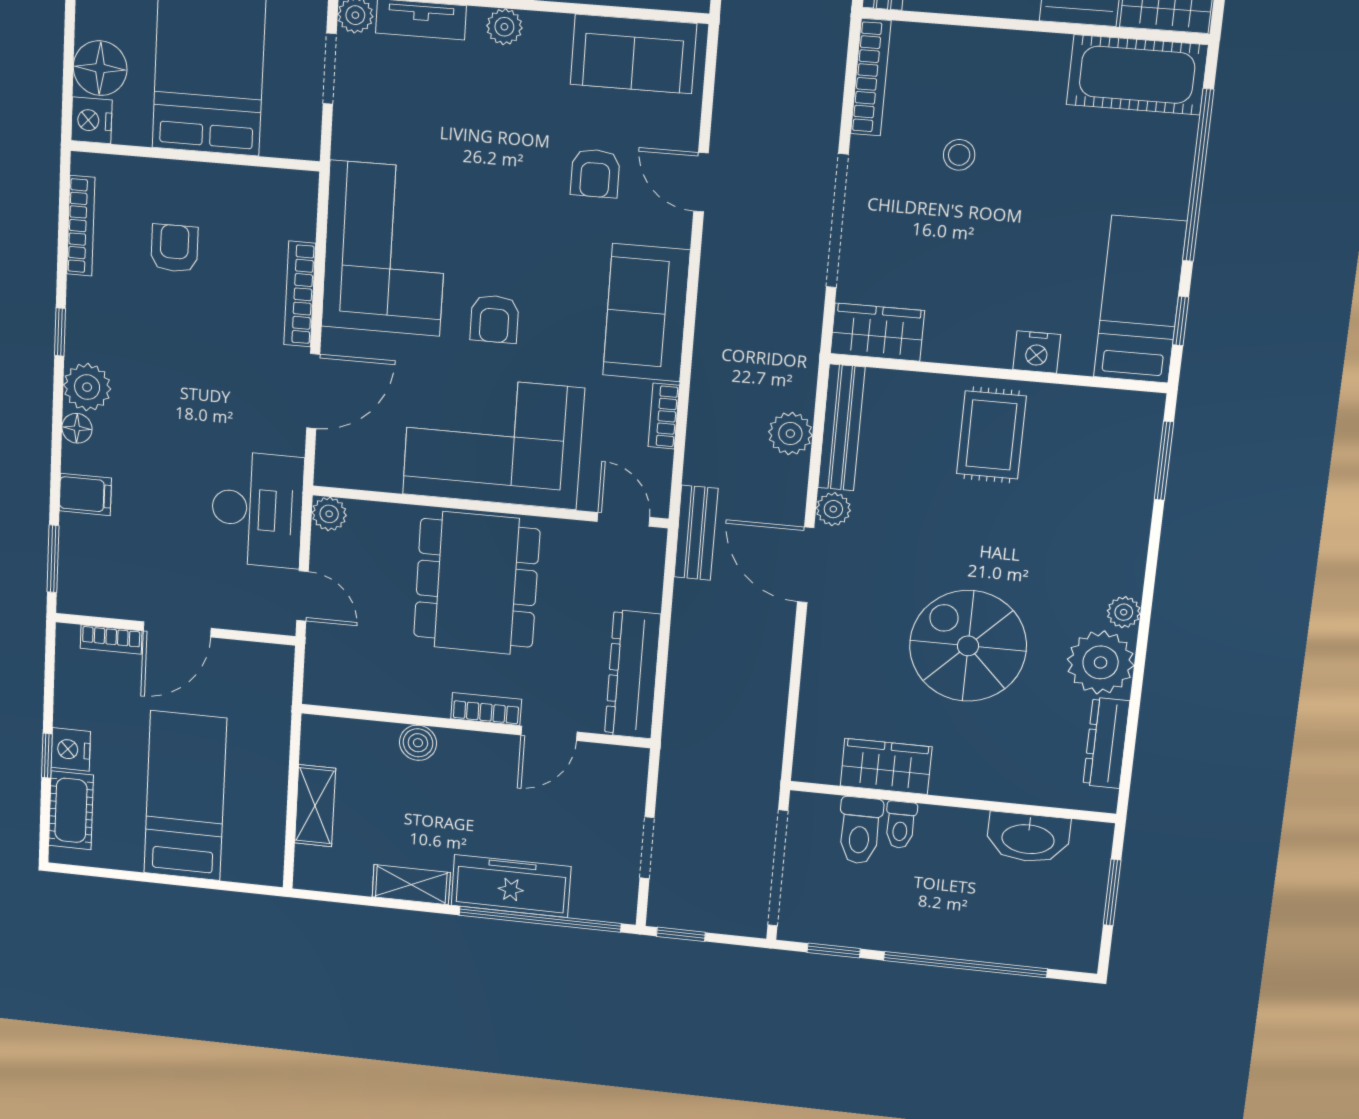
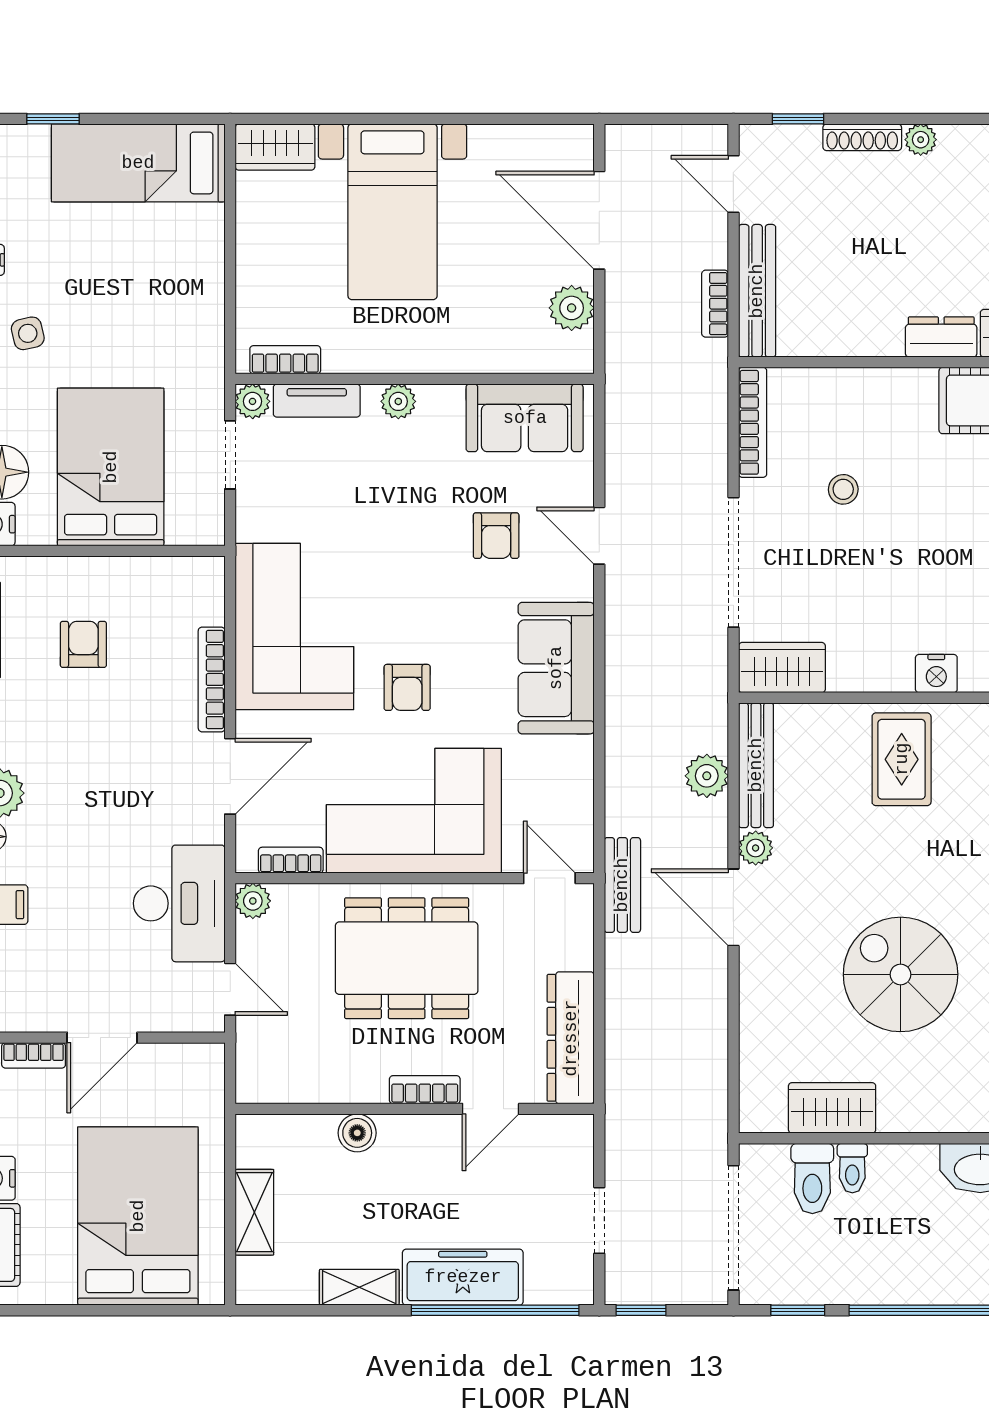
bookcase: (664, 416) -> (291, 860), moved, turned 90
dining table: (477, 583) -> (407, 958), turned 90
bed: (185, 796) -> (138, 1216), width x1.50

